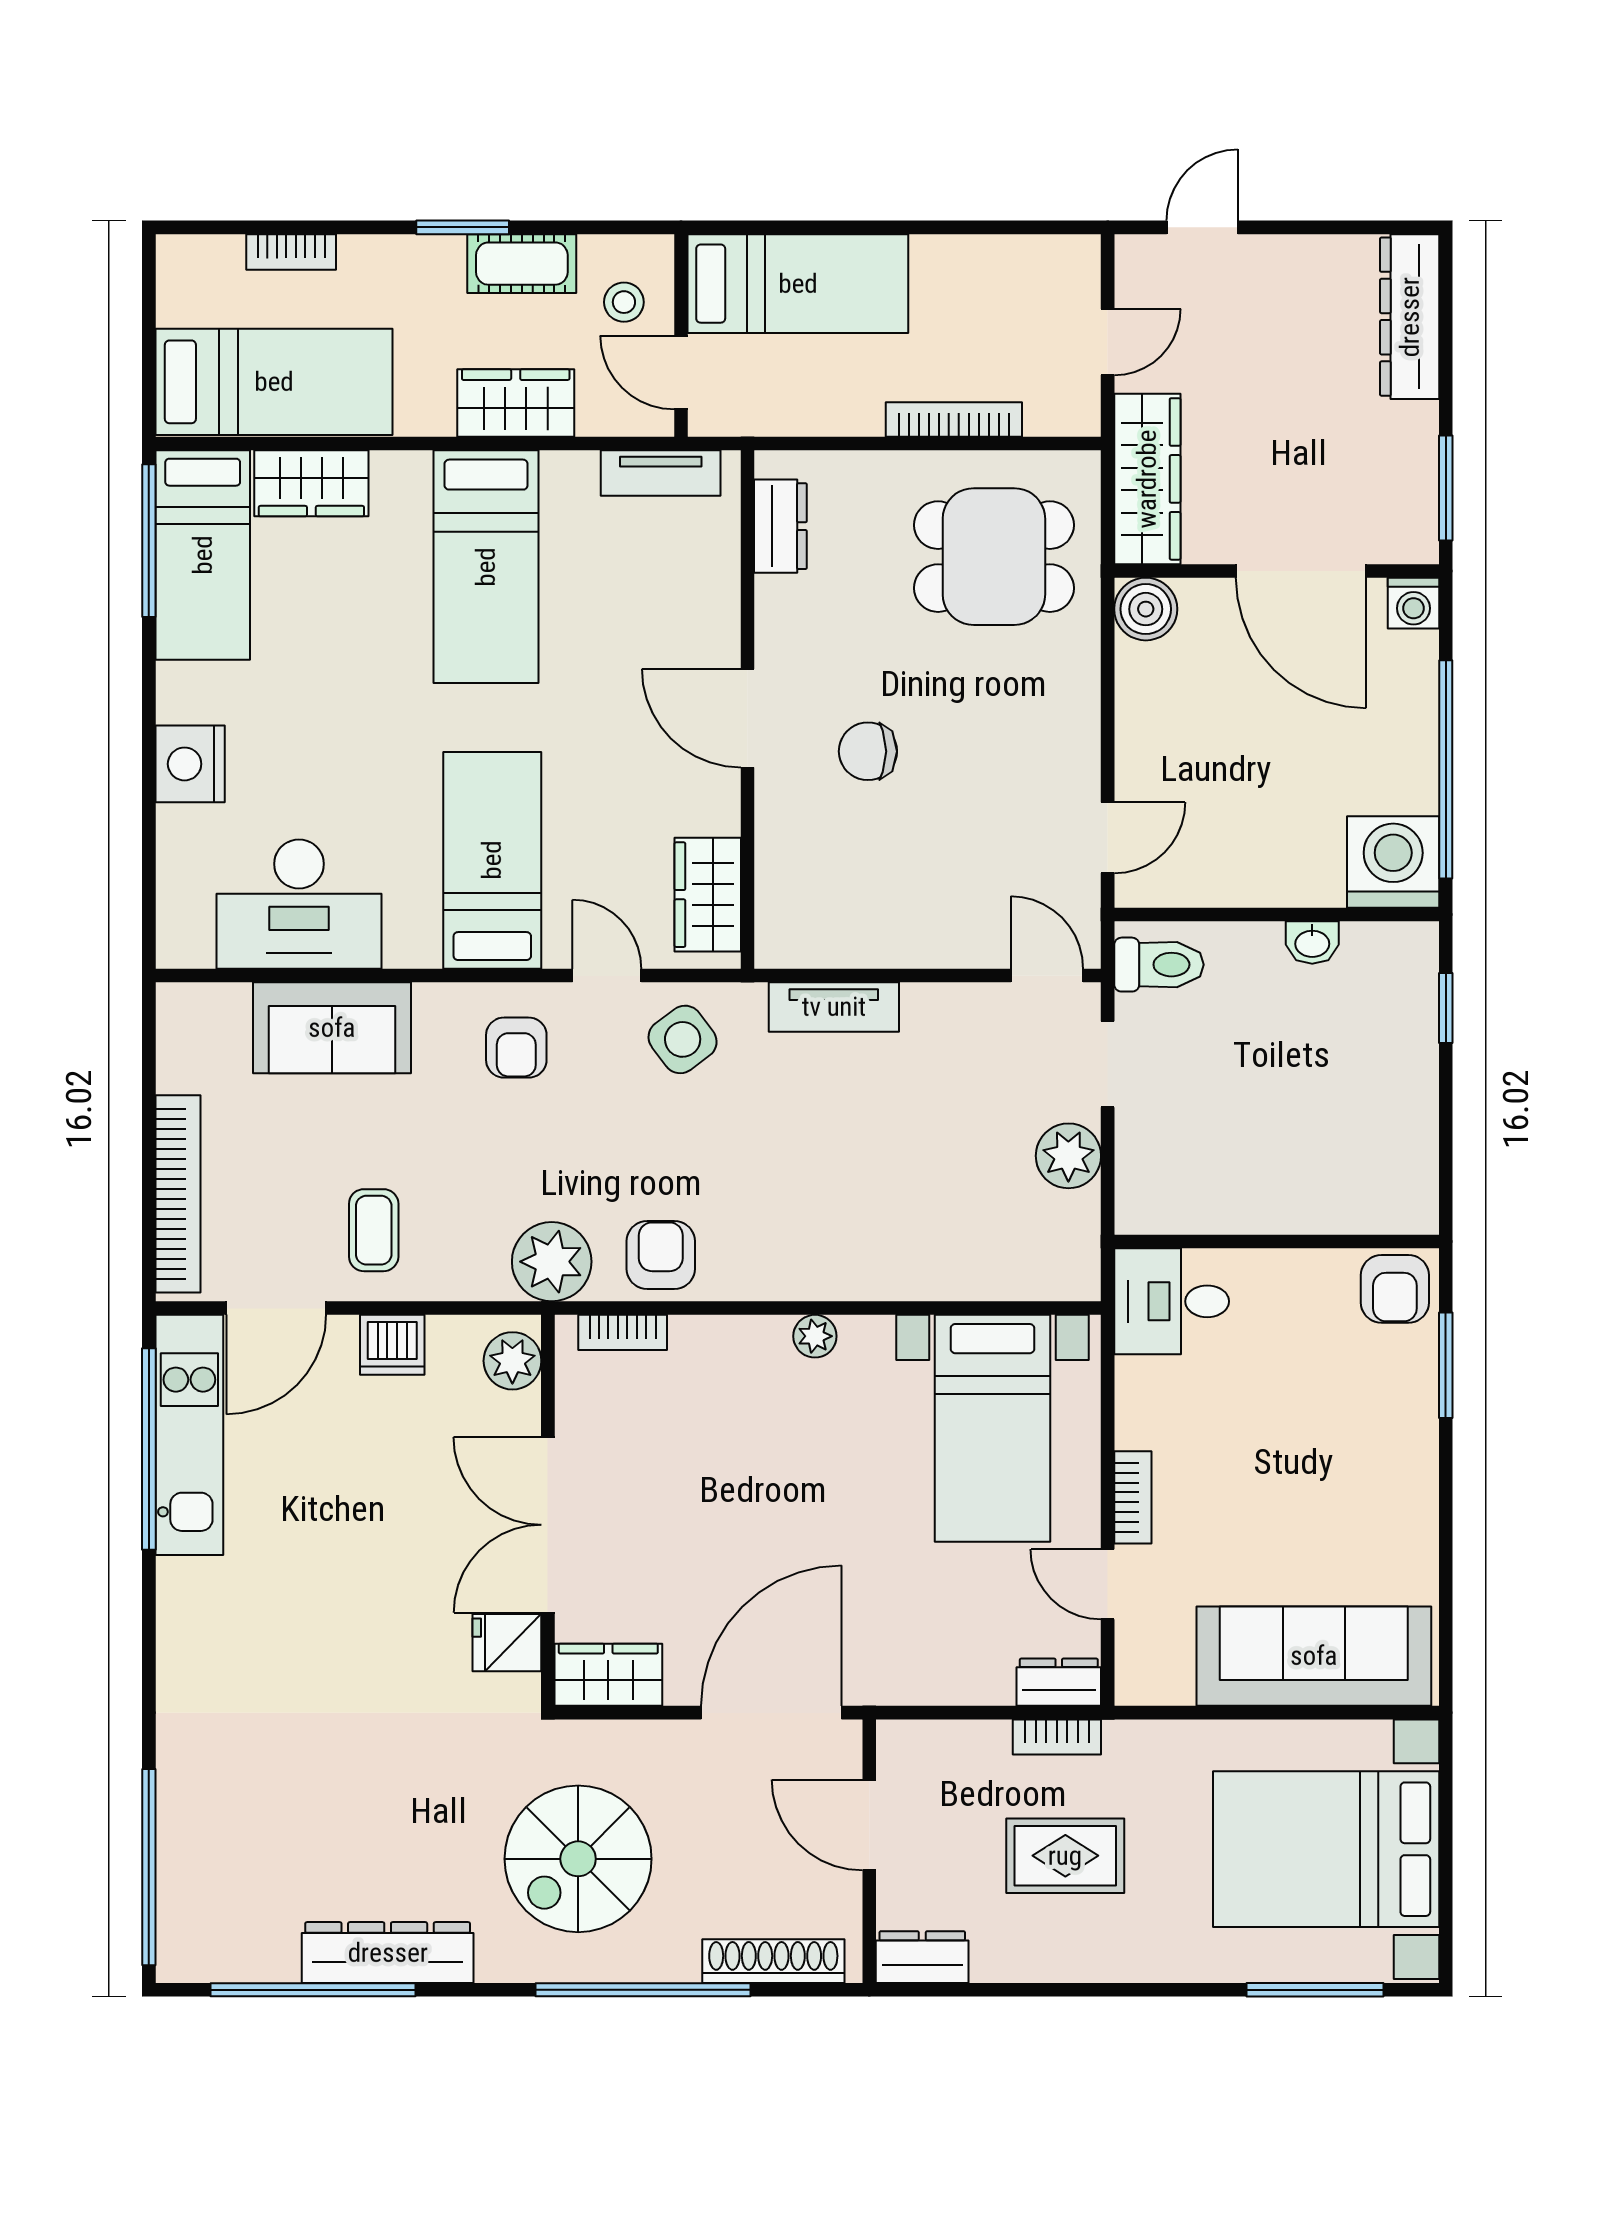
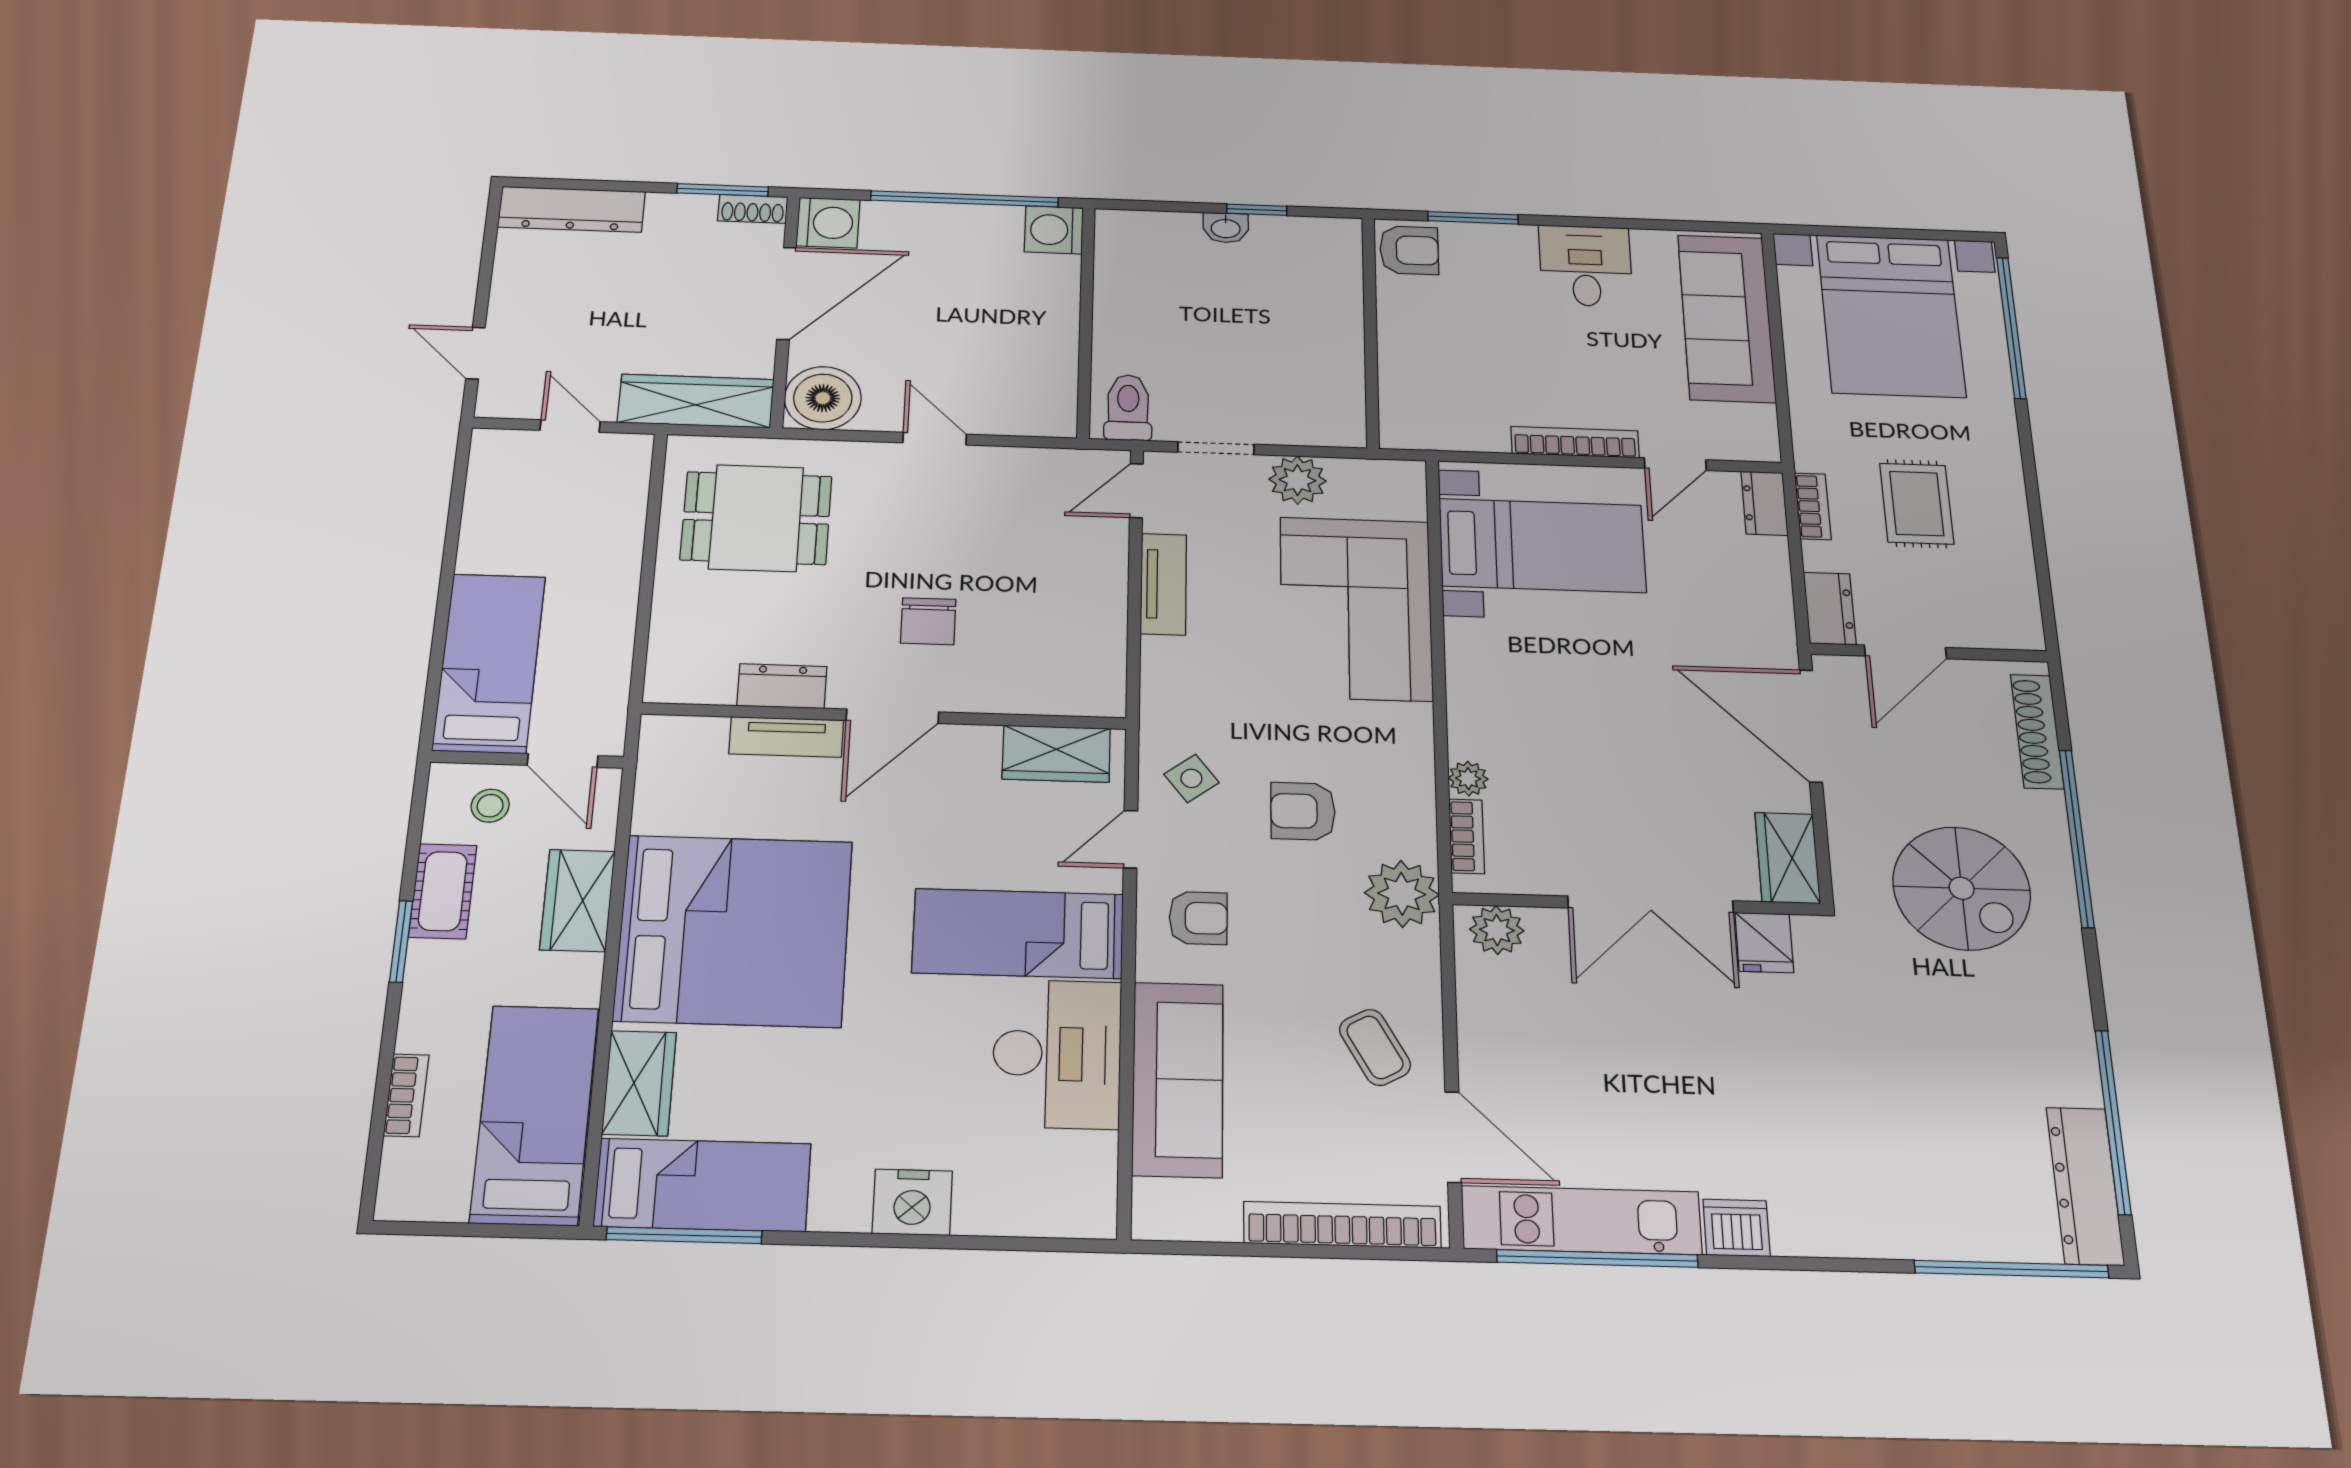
door: (681, 373) -> (563, 760), hinge flipped
bookcase: (954, 419) -> (628, 545), removed
tv unit: (661, 473) -> (786, 737), moved, turned 90
shoe rack: (1420, 525) -> (753, 209), added
dresser: (780, 526) -> (782, 686), moved
dining table: (994, 557) -> (756, 518), turned 90
bed: (486, 567) -> (734, 931), width x2.04
washing machine: (1414, 603) -> (828, 223), width x1.38, depth x1.38
boiler: (1146, 609) -> (823, 398), width x1.37, depth x1.37
door: (1108, 838) -> (935, 439), moved
washing machine: (1393, 862) -> (1054, 230), width x0.73, depth x0.73
desk: (299, 904) -> (1057, 1054), moved
washbasin: (1312, 943) -> (1226, 228), moved, turned 90
tv unit: (834, 1007) -> (1163, 584), moved
window: (1446, 1008) -> (1257, 210), moved
sofa: (332, 1028) -> (1178, 1079), width x1.36
side table: (683, 1039) -> (1191, 778), width x0.73, depth x0.73
corner sofa: (902, 1219) -> (1356, 608), added
coffee table: (374, 1230) -> (1375, 1047), turned 61
armchair: (661, 1255) -> (1303, 811), moved
desk: (1172, 1301) -> (1586, 266), moved, turned 180
plant: (815, 1336) -> (1468, 779), moved
dishwasher: (392, 1345) -> (1737, 1228), moved, turned -90
bookcase: (1133, 1497) -> (1575, 442), width x1.56
dresser: (388, 1953) -> (2085, 1186), moved
dresser: (922, 1957) -> (1830, 609), moved, turned 180
window: (1315, 1990) -> (2011, 328), width x1.46

